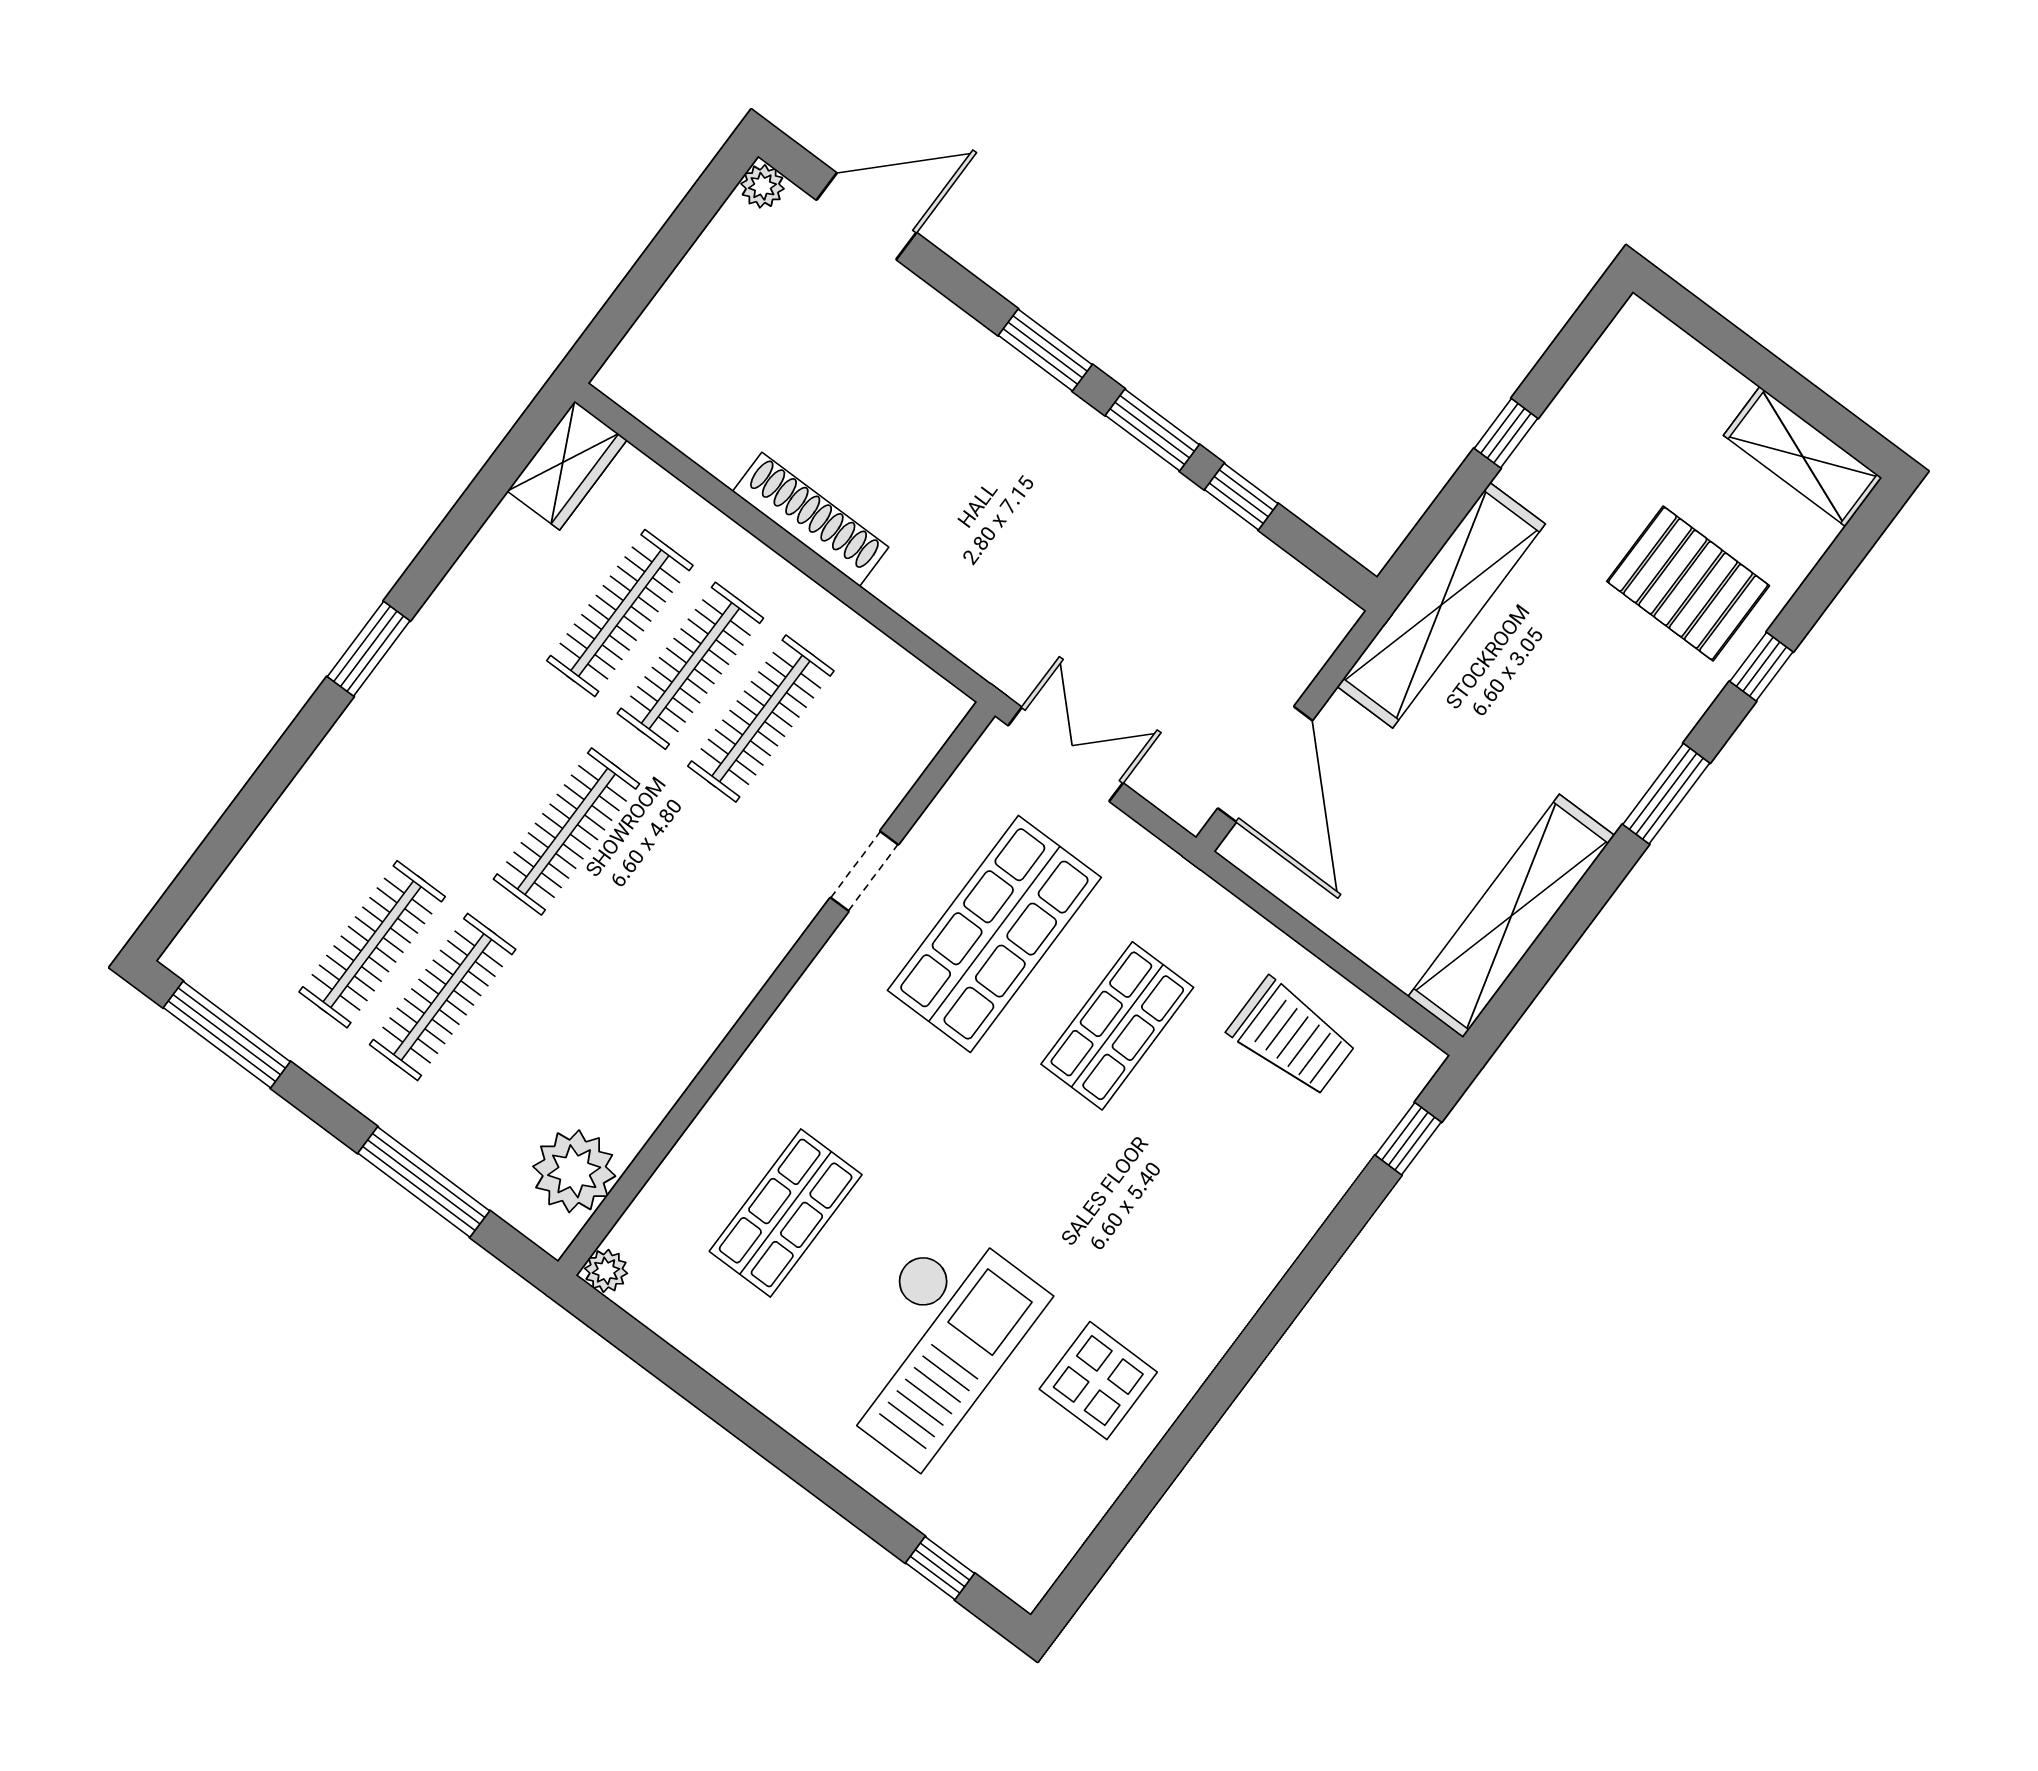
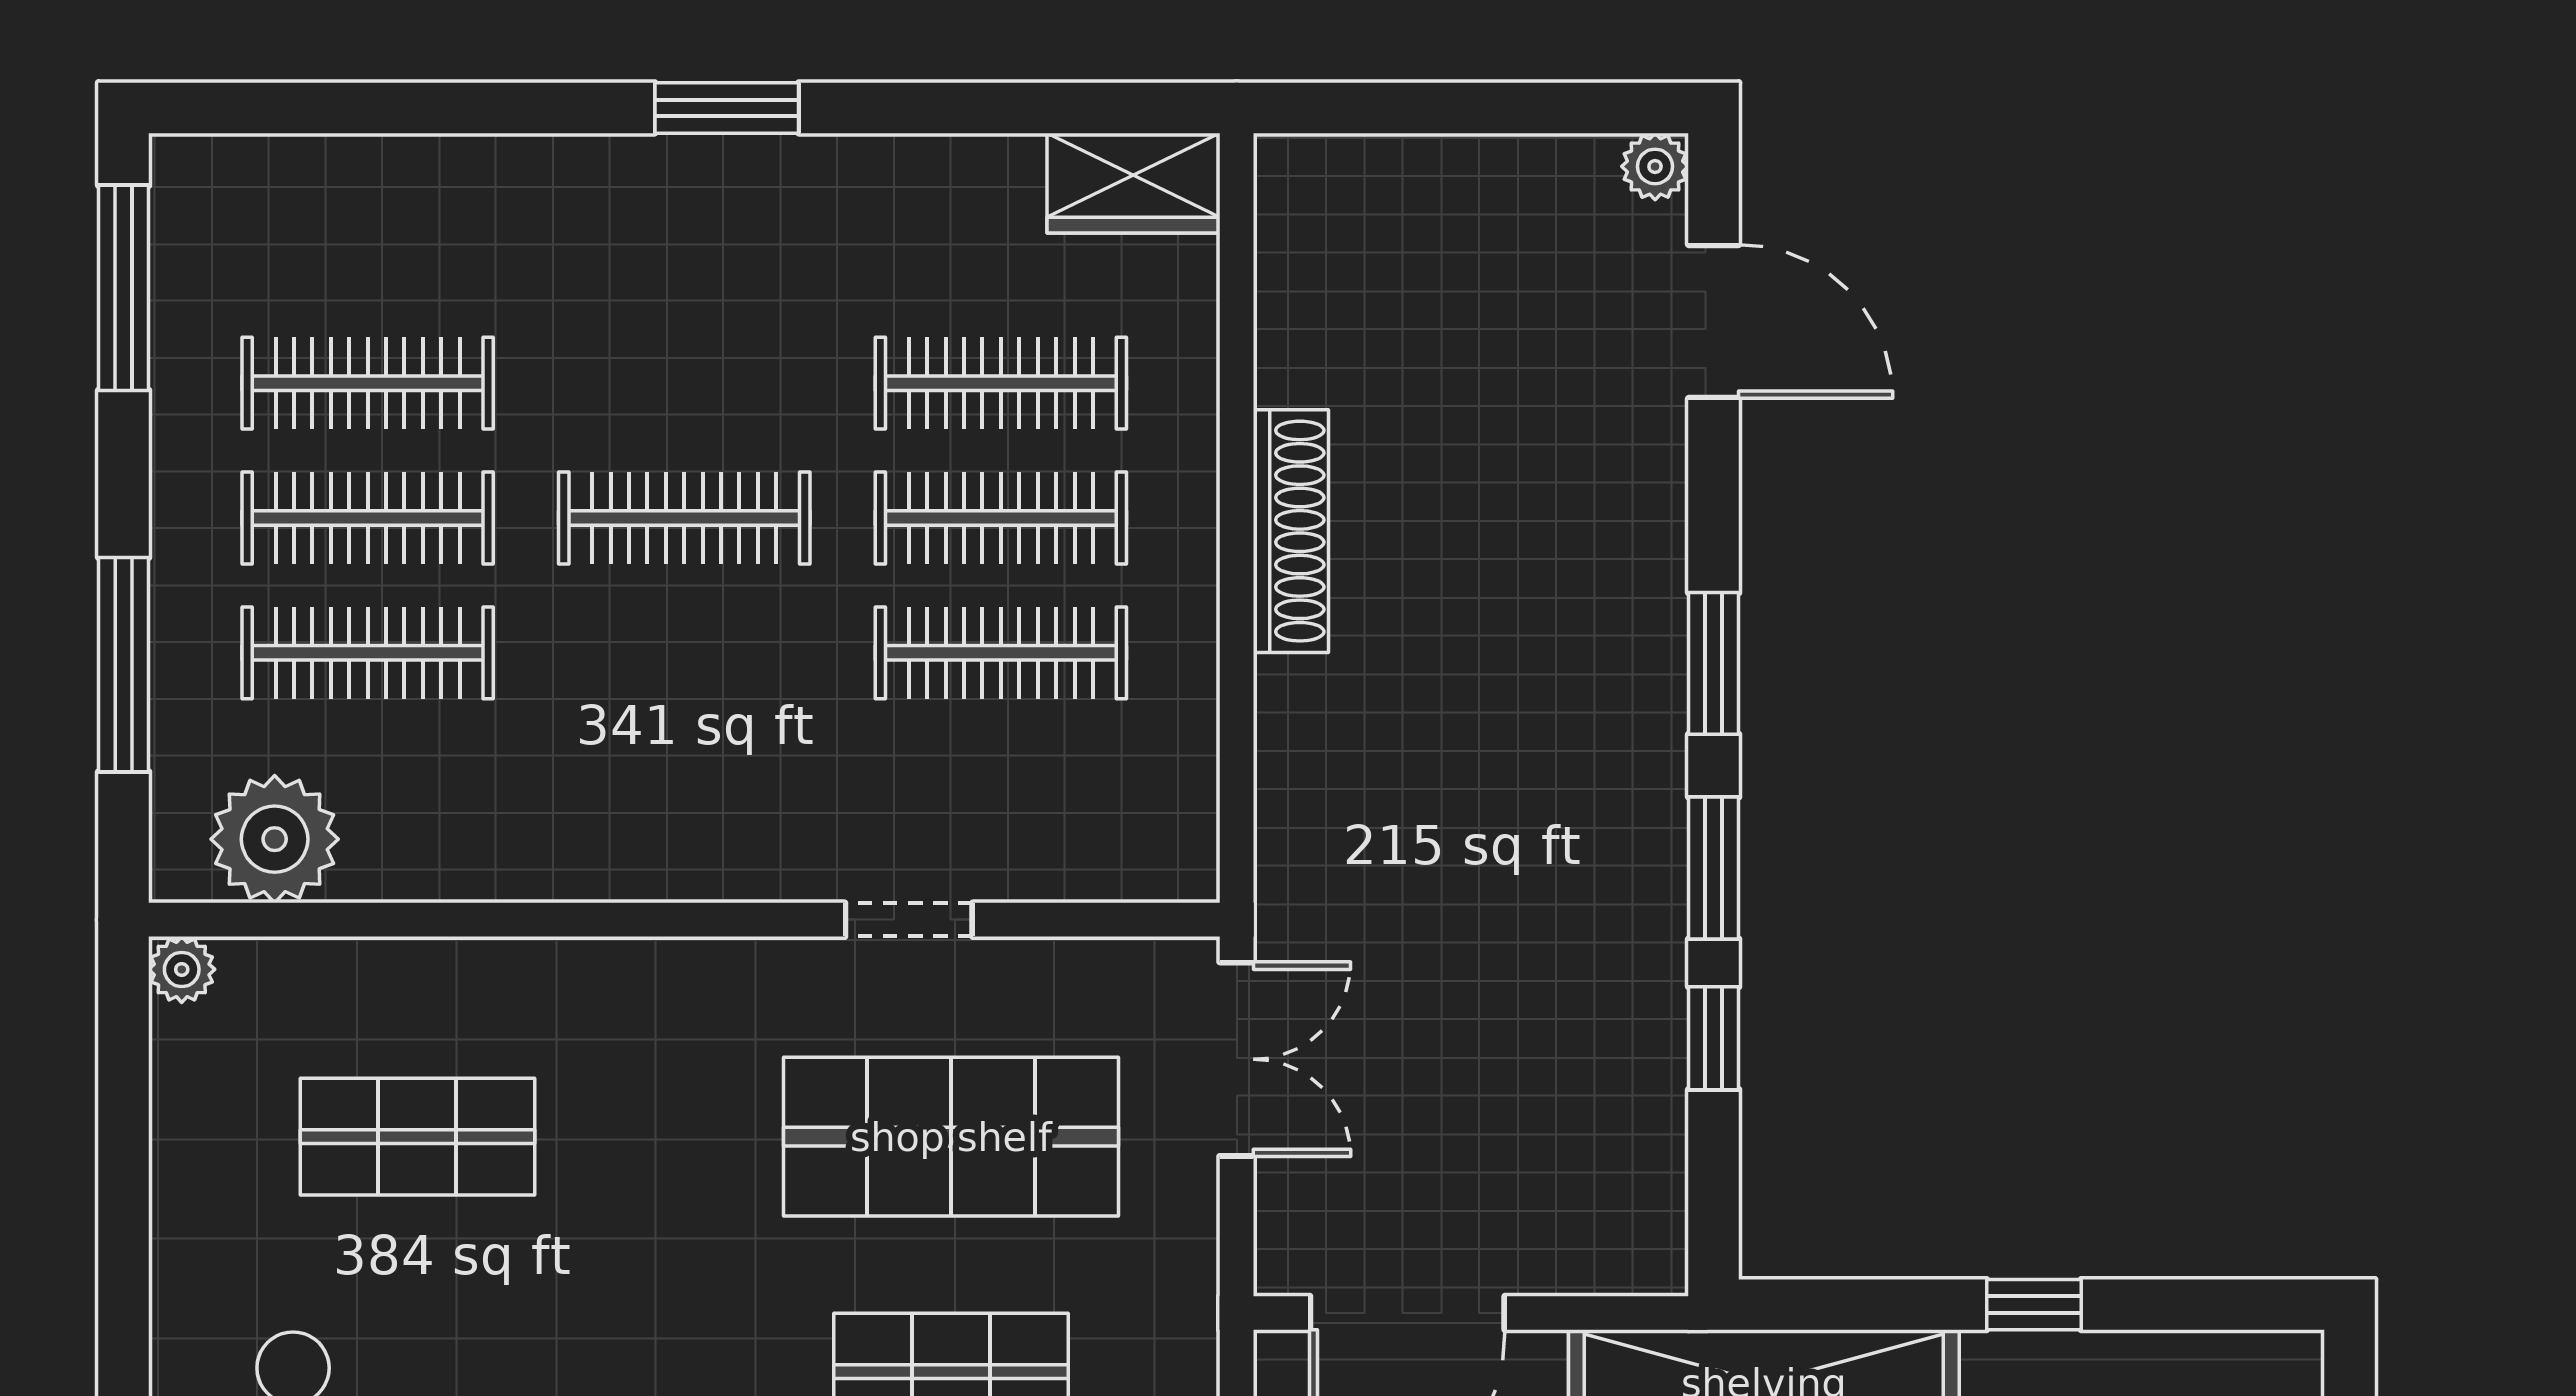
clothes rail: (513, 1050) -> (368, 653), added

